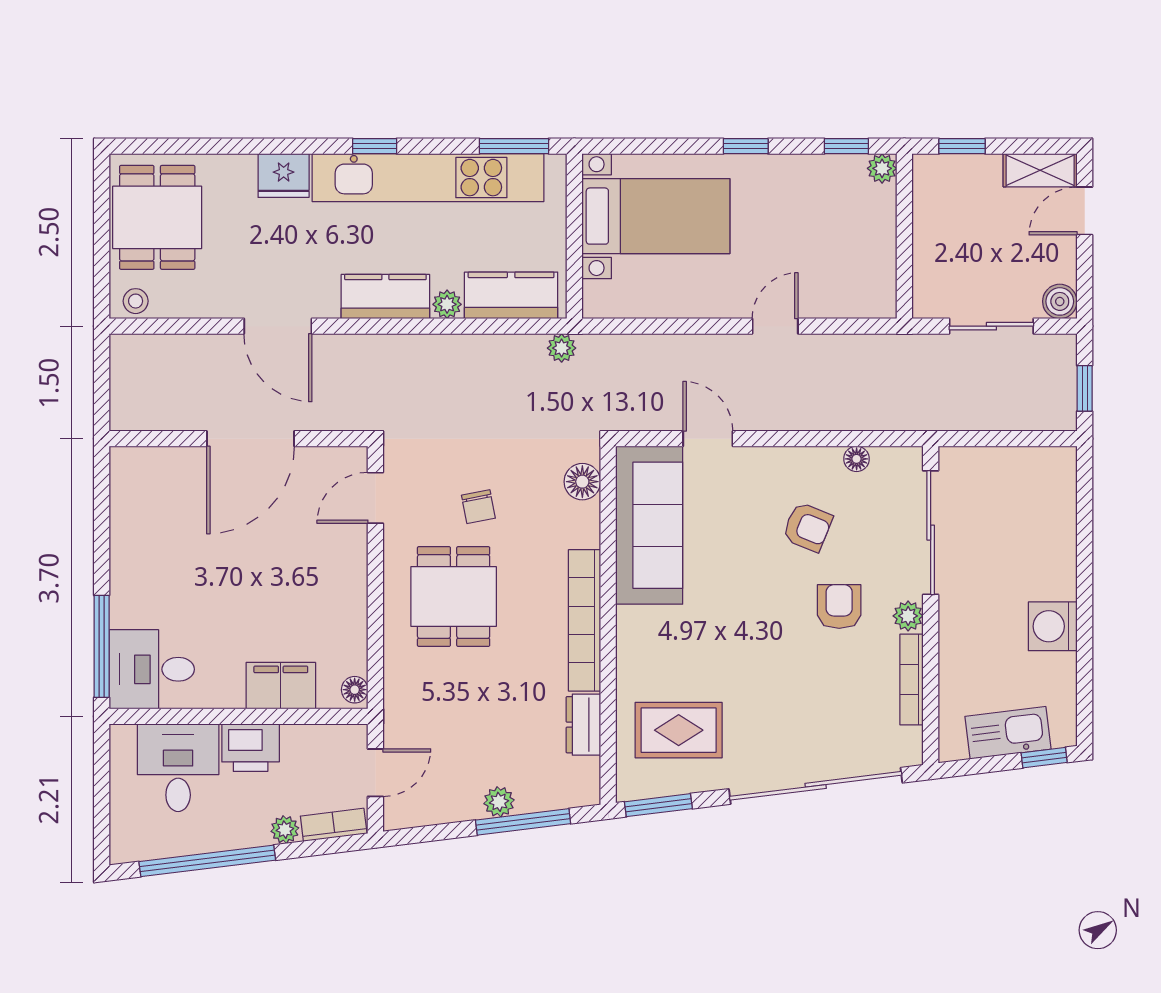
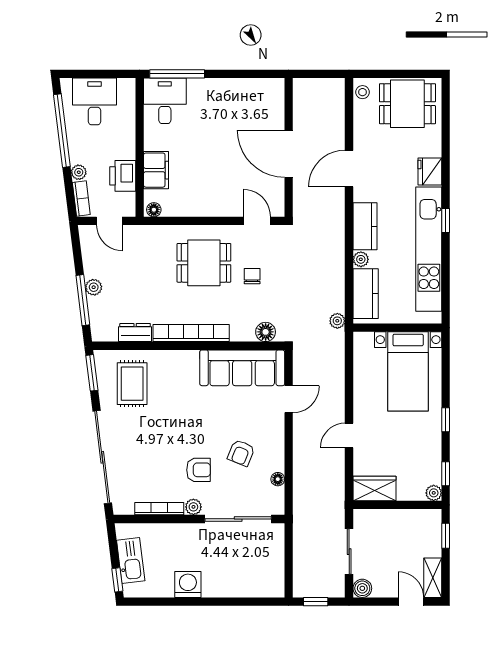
window: (514, 146) -> (446, 295), removed
wardrobe: (874, 279) -> (374, 488), added
door: (775, 326) -> (349, 435), swing flipped
chair: (478, 507) -> (252, 276), turned 101
printer: (251, 748) -> (123, 176), moved
desk: (178, 768) -> (95, 101), moved, turned -90

